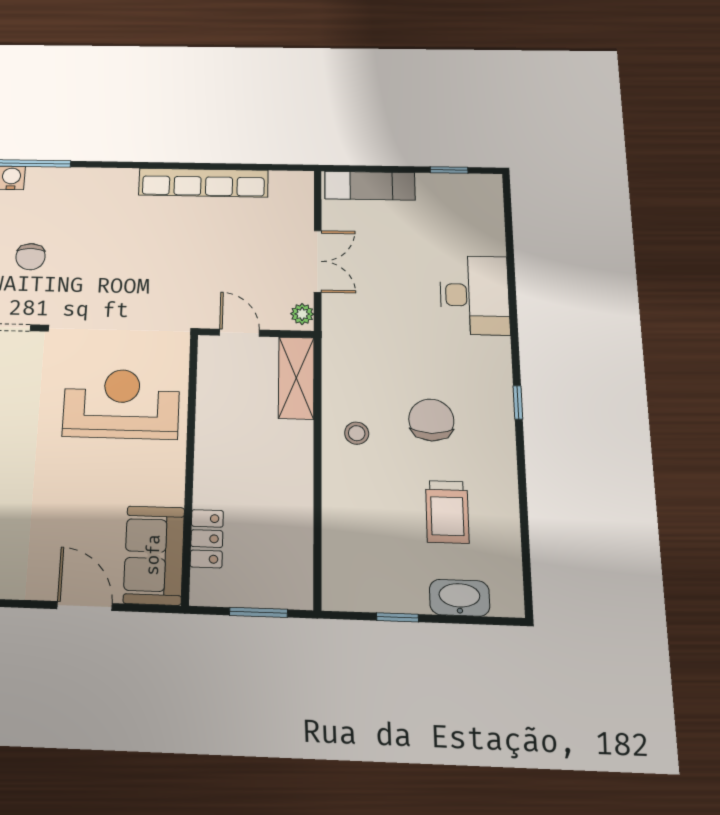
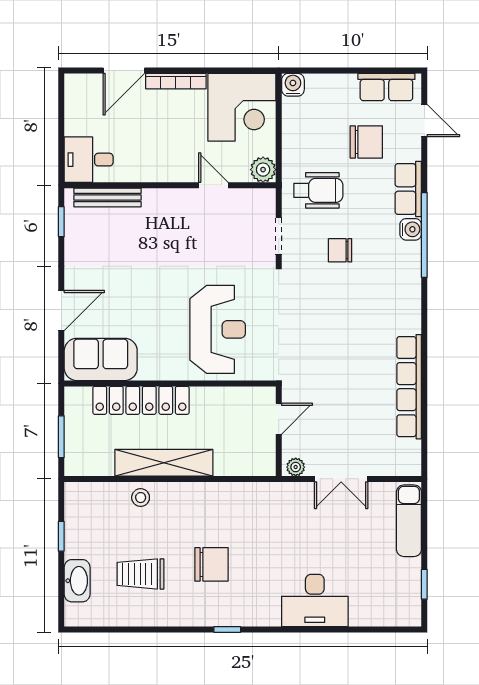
shelving: (296, 378) -> (164, 463), moved, width x1.47
stool: (357, 433) -> (141, 498), moved
locker: (207, 539) -> (141, 400), width x2.16, depth x1.21

